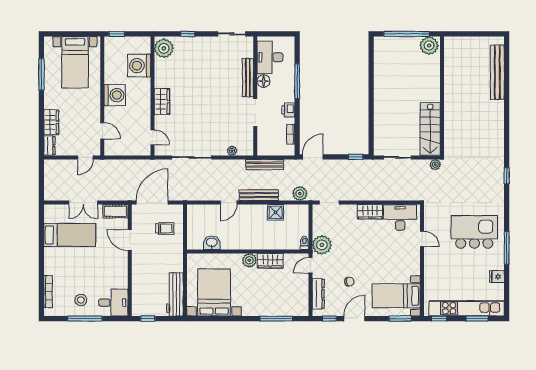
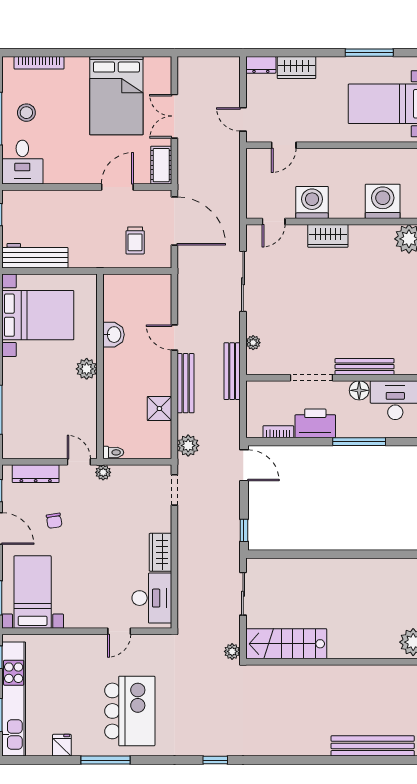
washing machine: (115, 95) -> (312, 202), moved, turned 180
printer: (288, 110) -> (315, 423), width x1.87, depth x1.48
bench: (265, 165) -> (232, 371), moved
bed: (70, 235) -> (116, 96), width x1.50
washbasin: (212, 243) -> (113, 335), moved
plant: (322, 245) -> (103, 472), width x0.53, depth x0.53
wardrobe: (270, 261) -> (86, 400), removed

